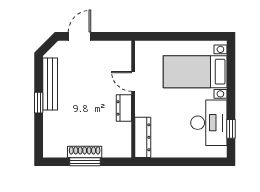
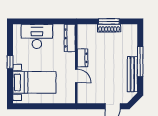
window: (39, 103) -> (140, 62), width x2.17
desk: (209, 123) -> (37, 36), moved, turned 90
window: (231, 129) -> (10, 62), moved

